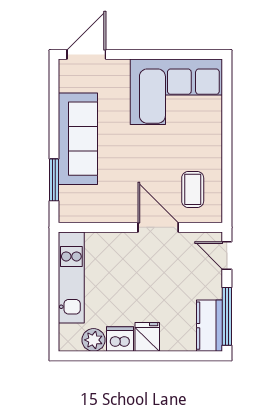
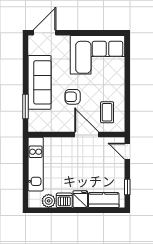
armchair: (134, 163) -> (73, 97), added
window: (227, 316) -> (127, 187), width x0.46
kitchen counter: (210, 326) -> (104, 200), moved, turned 90

